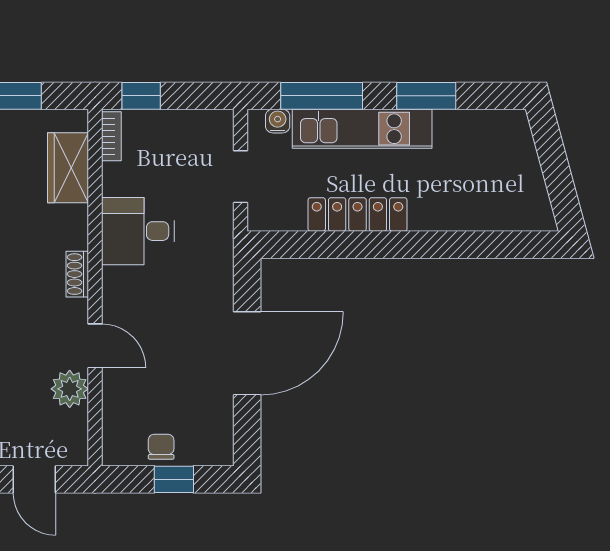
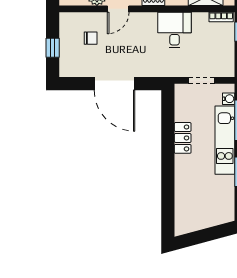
locker: (357, 214) -> (183, 138), width x0.66
chair: (161, 447) -> (91, 38), moved

